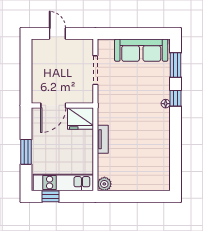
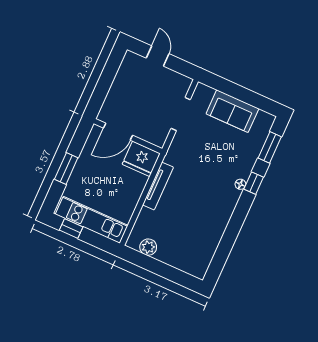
sofa: (141, 50) -> (232, 111), width x0.73
tv unit: (103, 139) -> (158, 186), width x1.41
plant: (104, 184) -> (148, 247), moved

